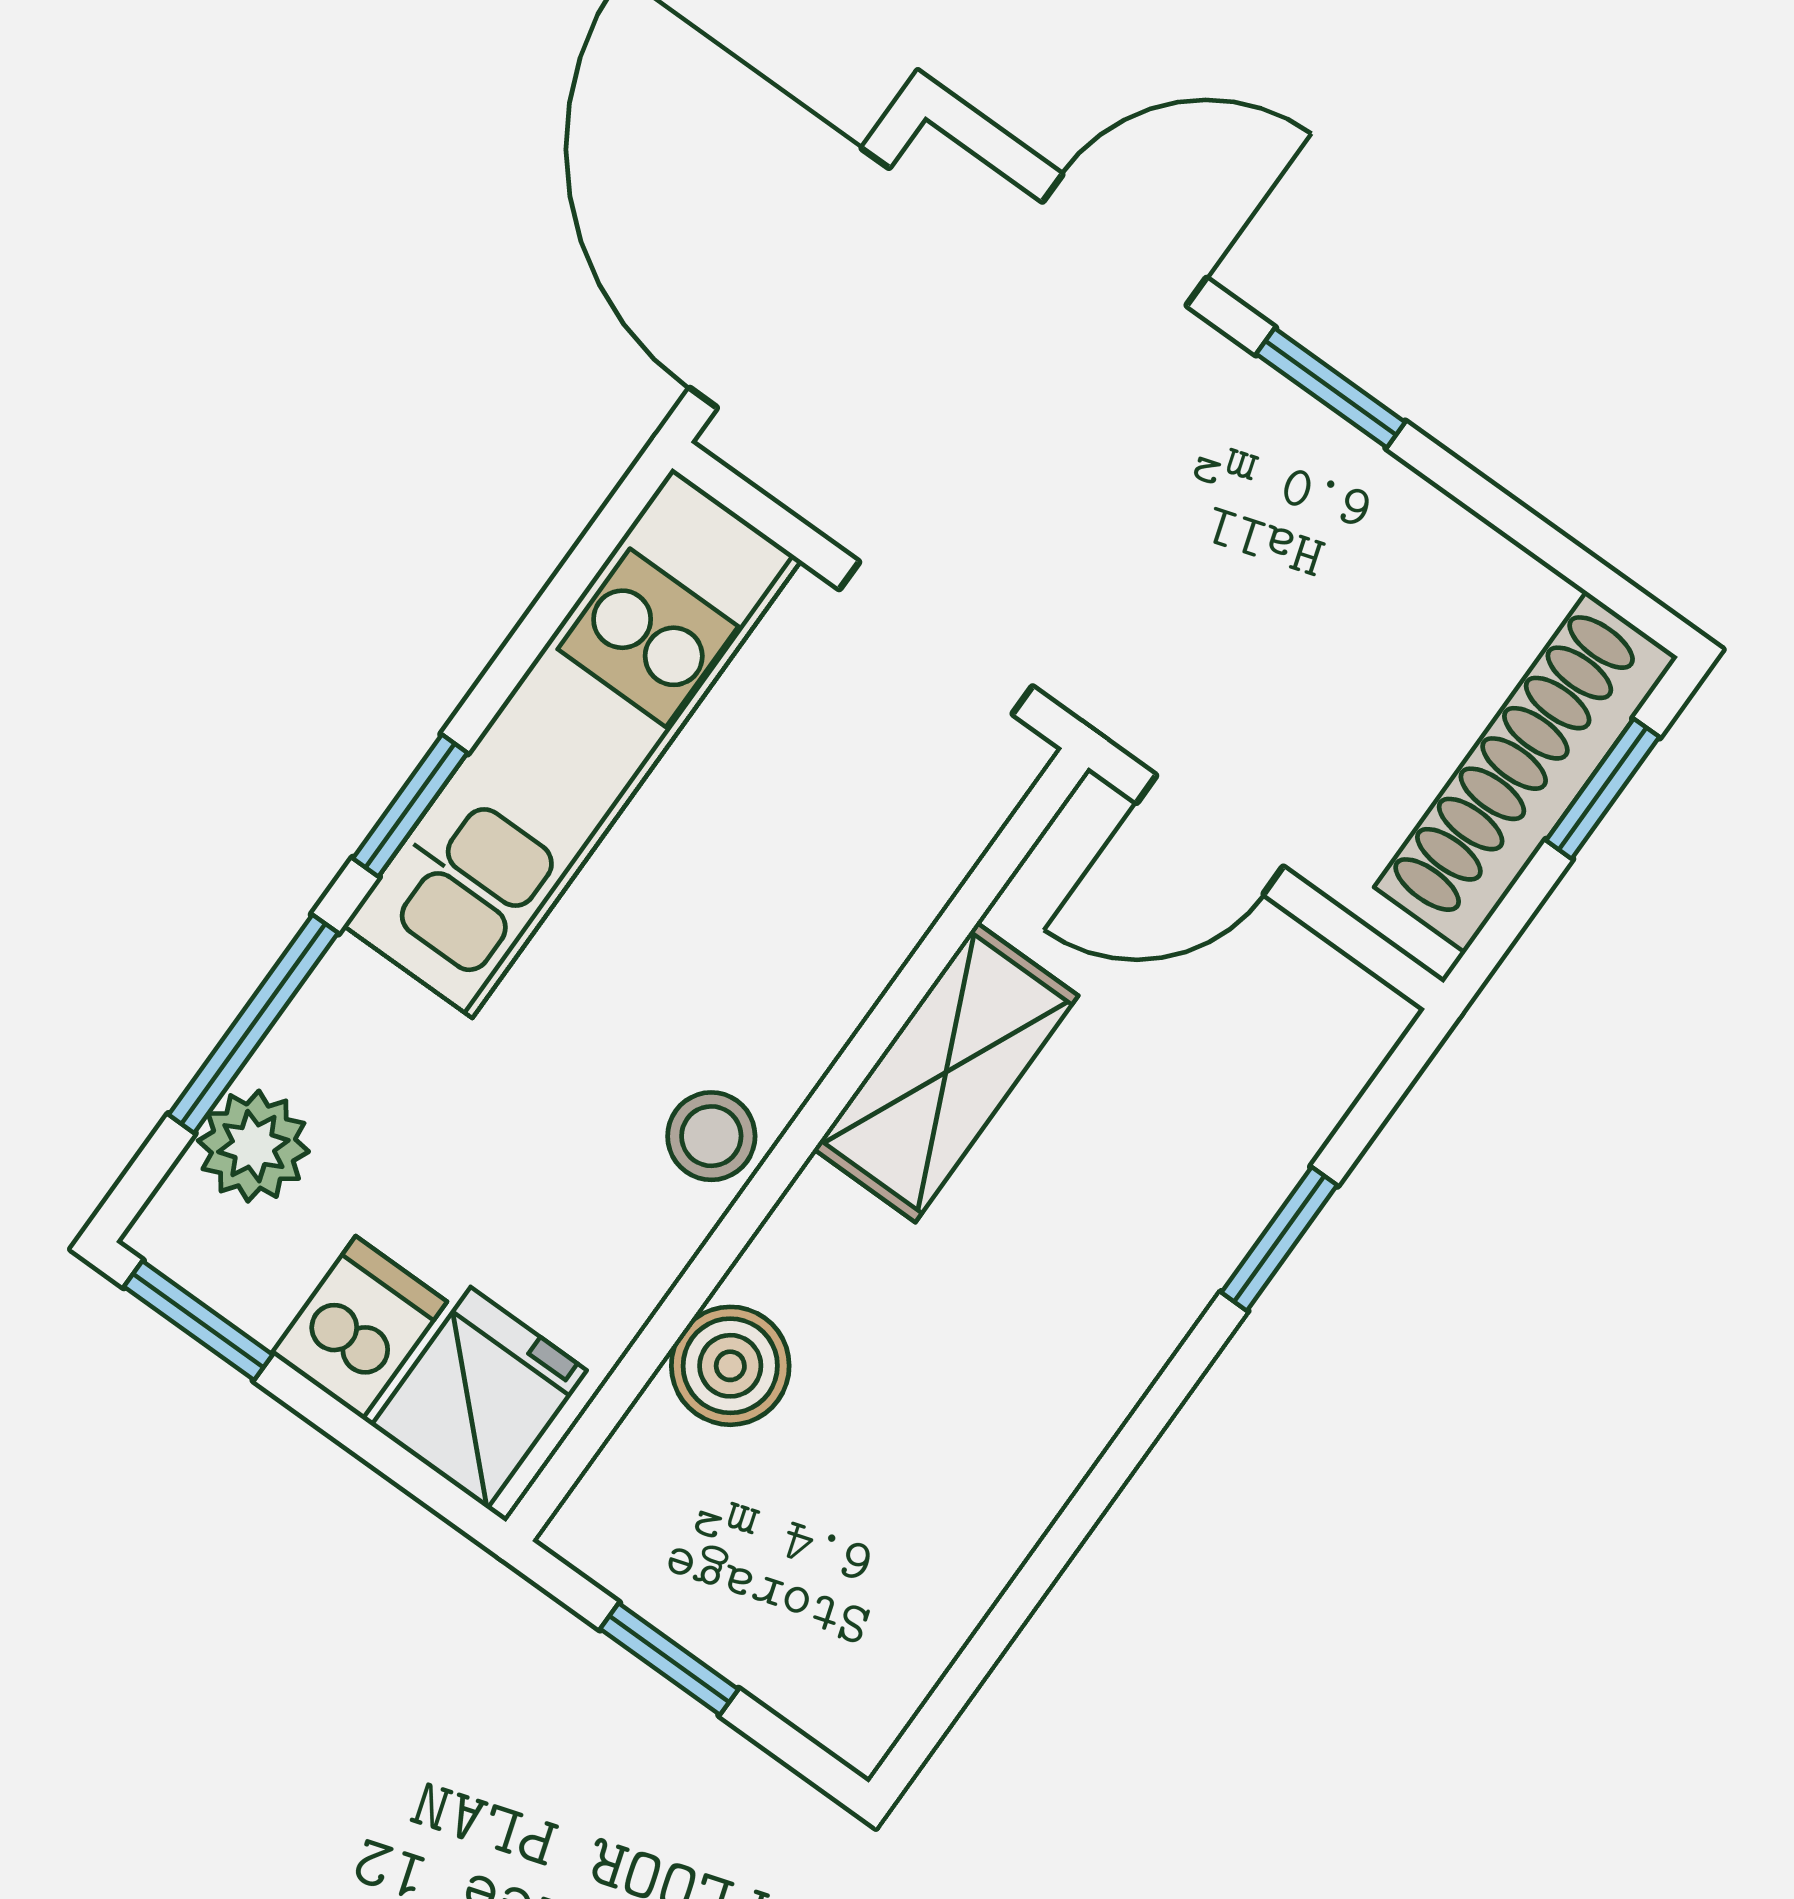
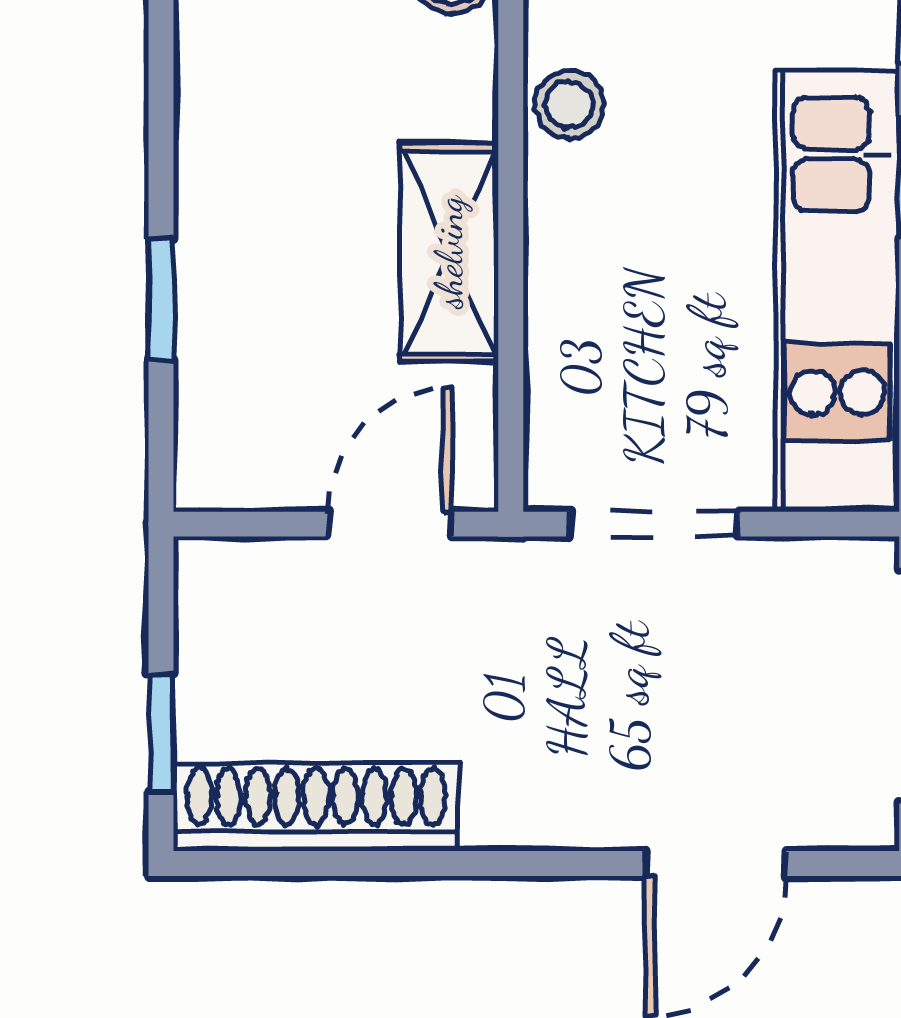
window: (1331, 388) -> (517, 863), removed
shoe rack: (1526, 772) -> (316, 807), moved, turned -90

